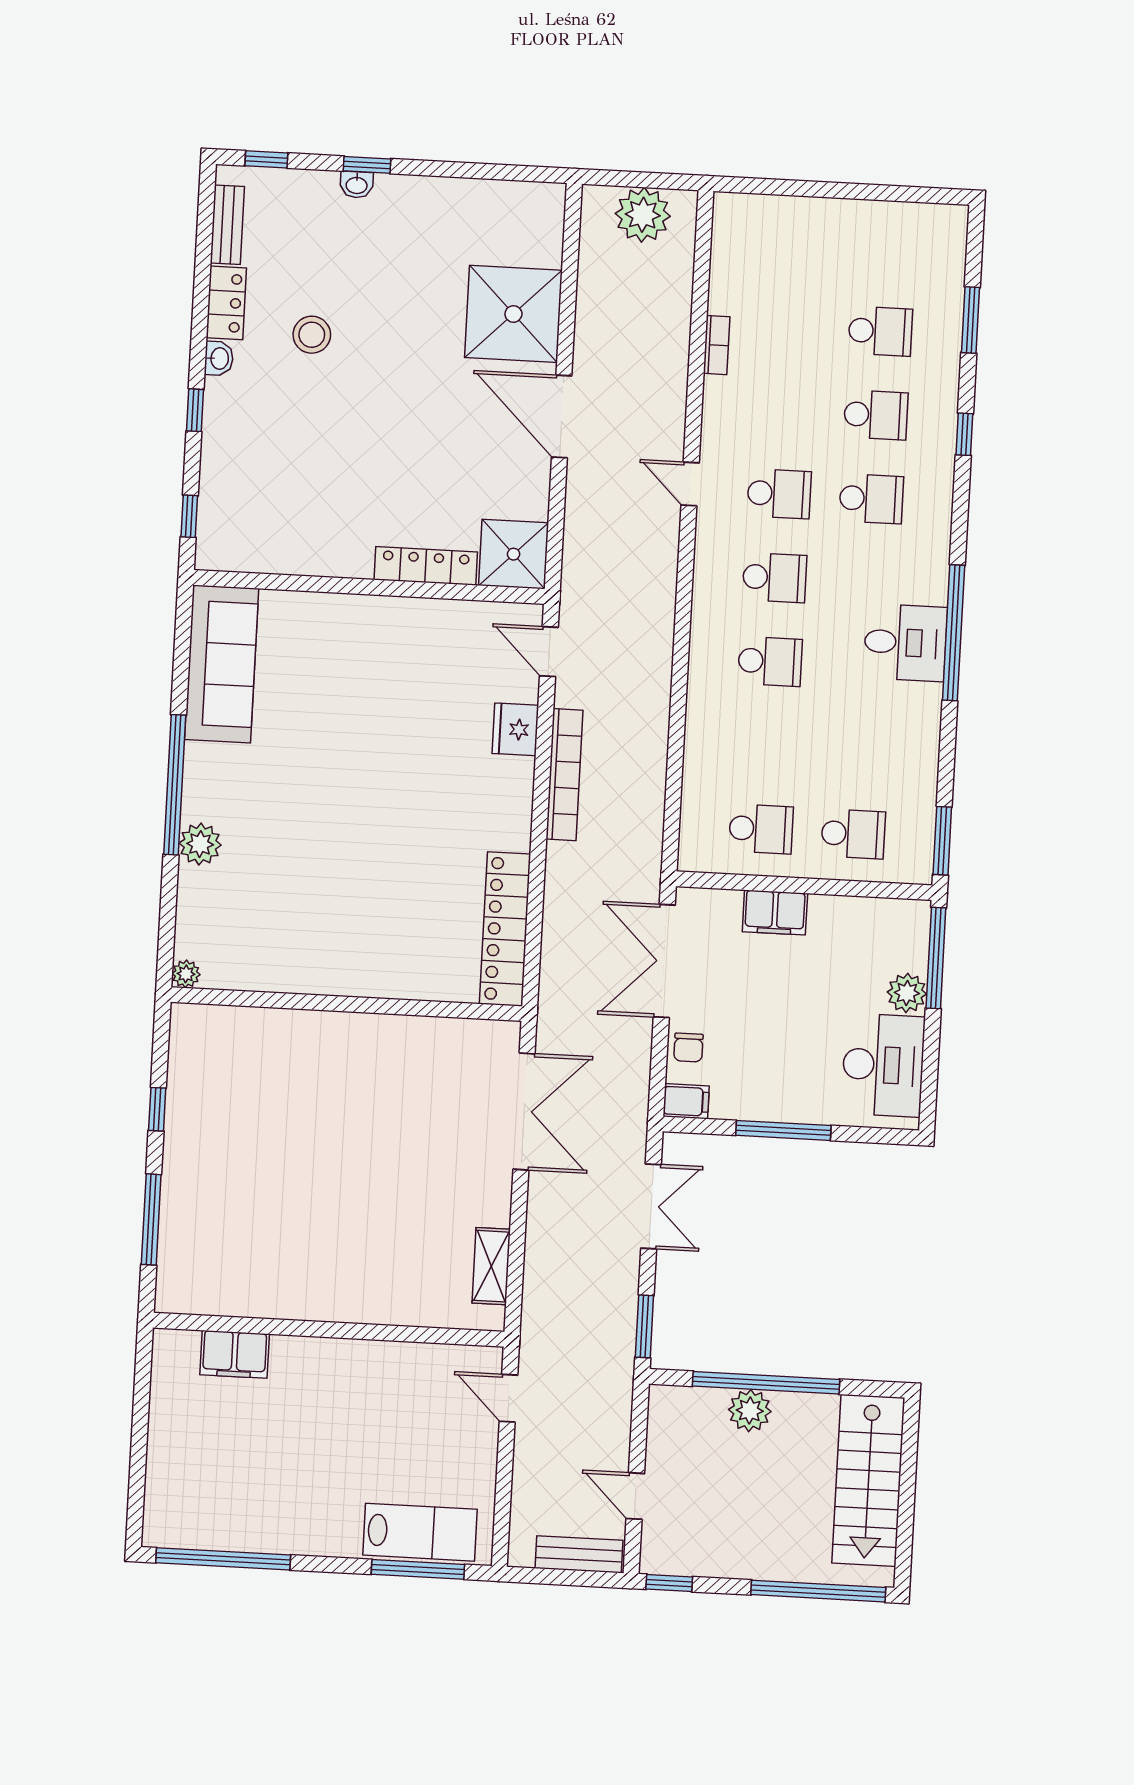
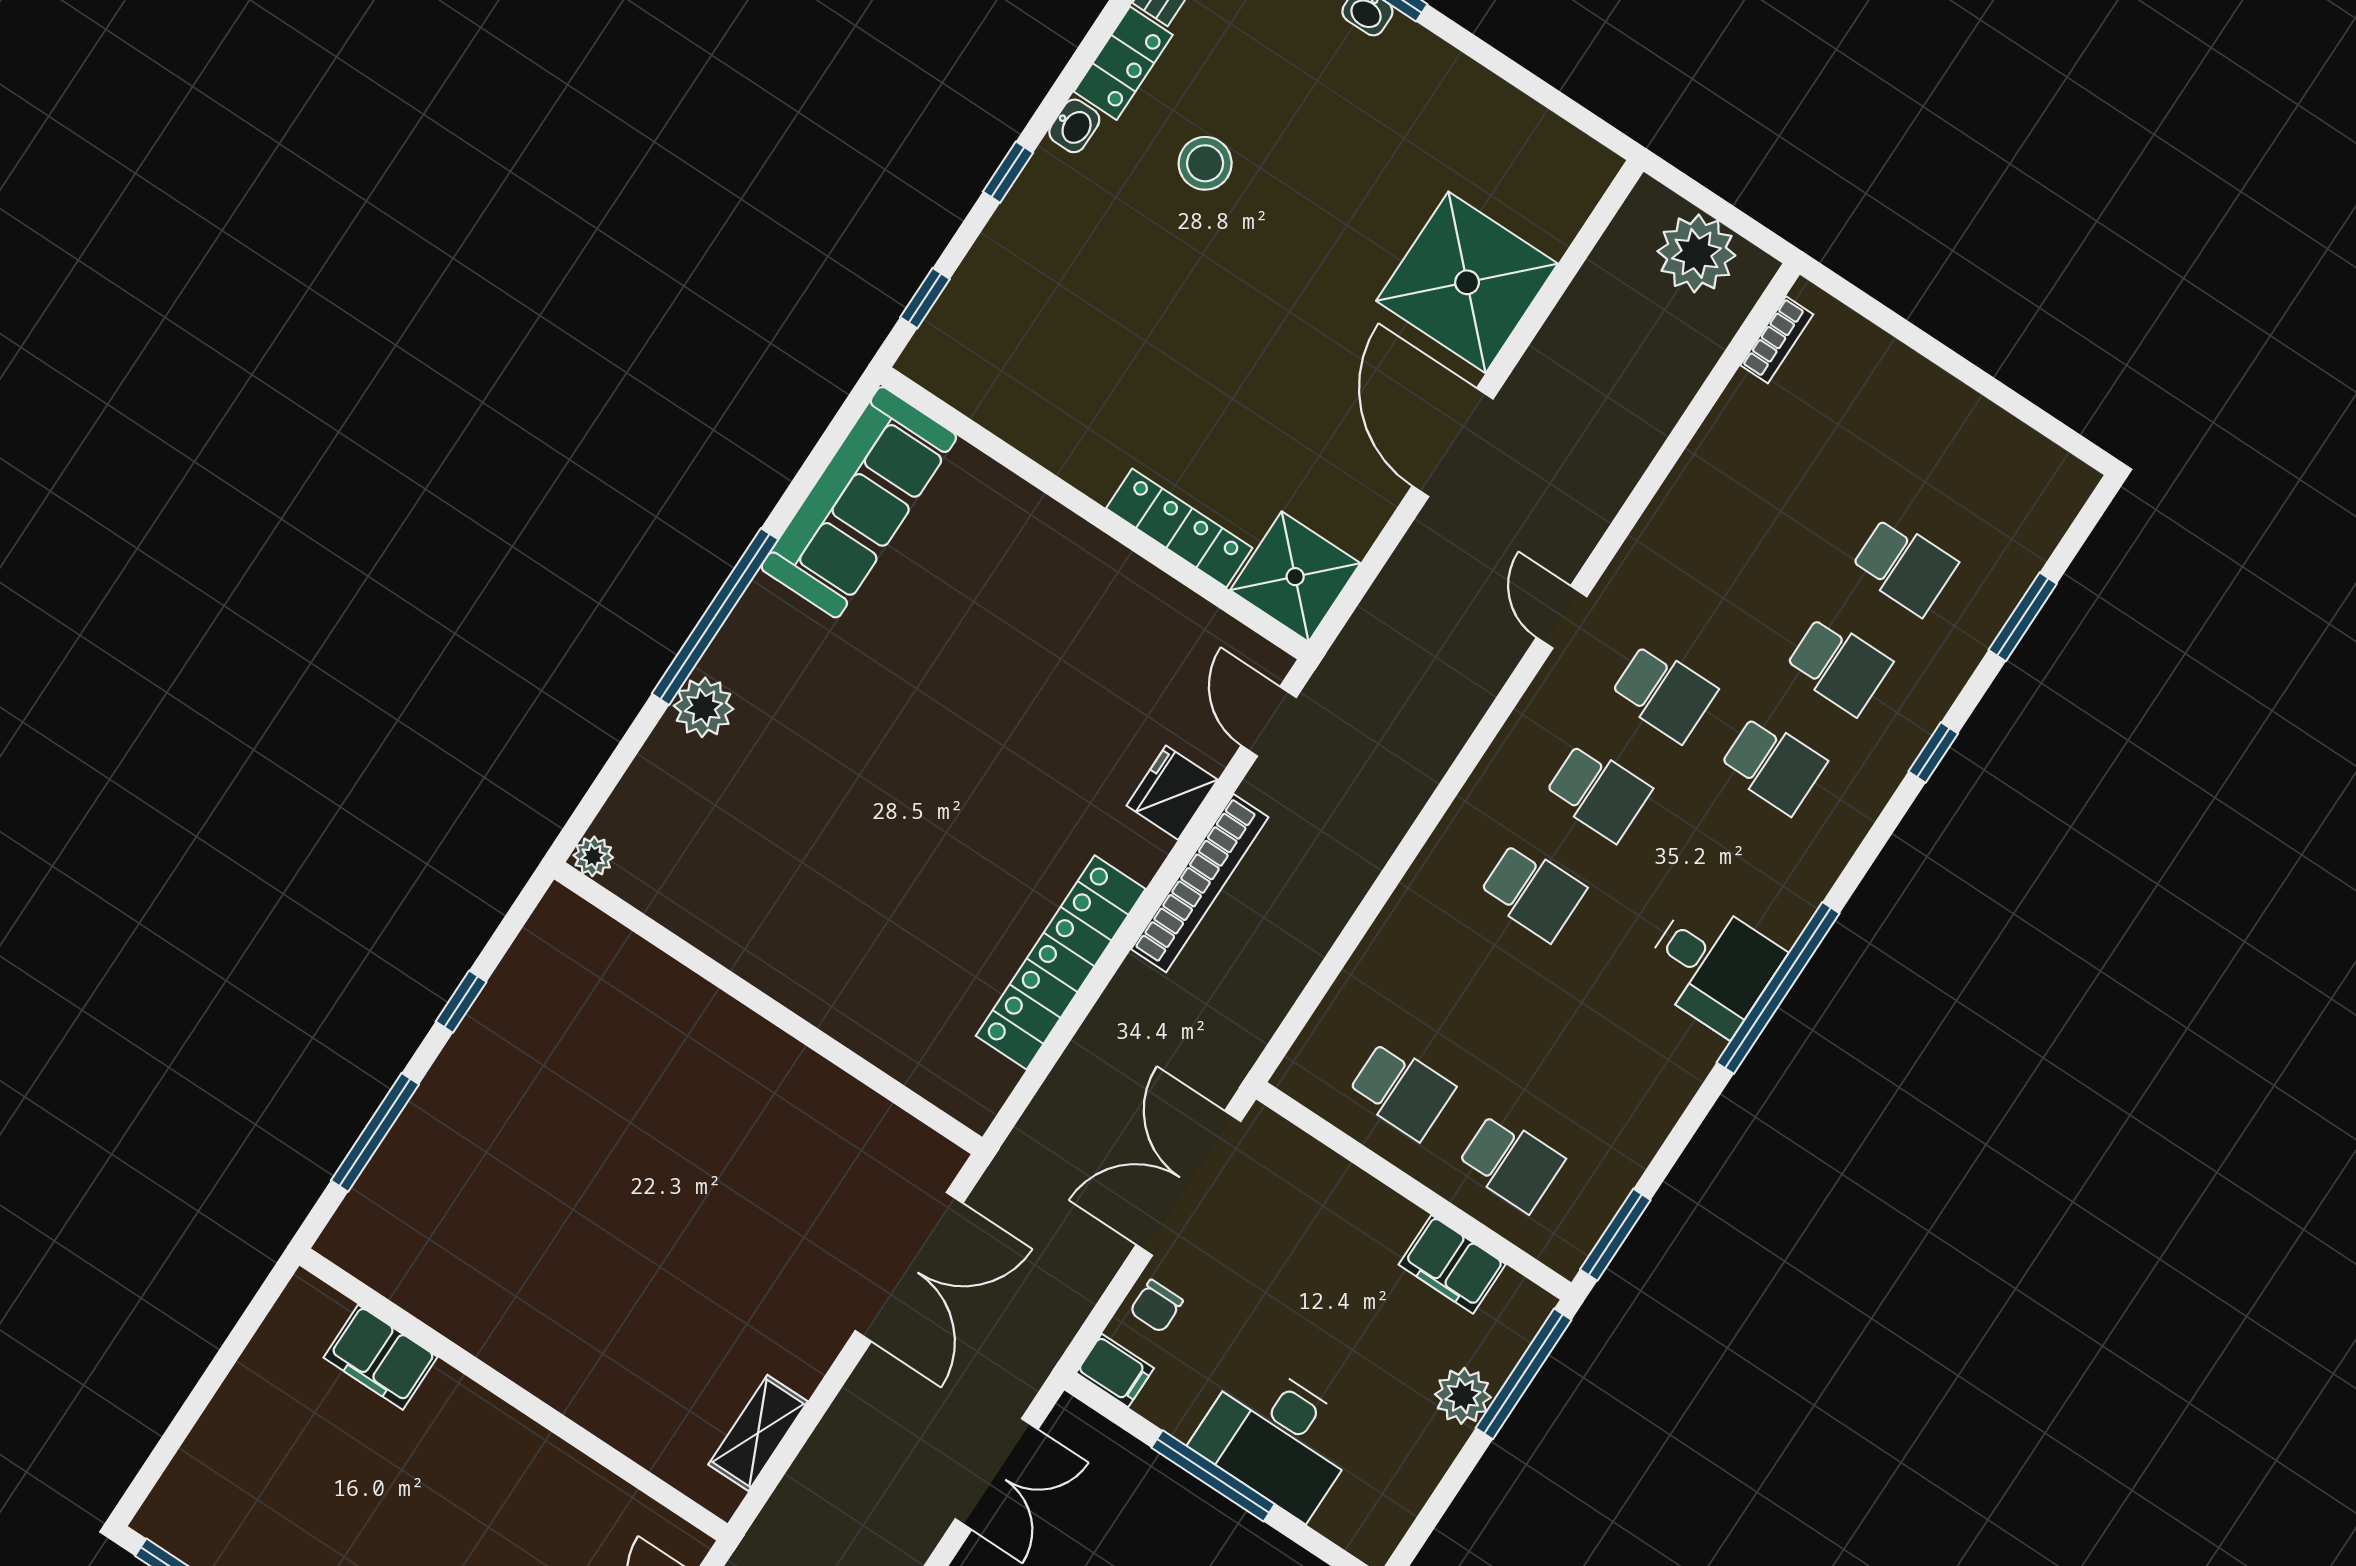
bookcase: (717, 345) -> (1777, 340), moved
filing cabinet: (775, 913) -> (1452, 1264), moved
locker: (505, 929) -> (1061, 962), moved
desk: (883, 1065) -> (1277, 1438), moved, turned 90

